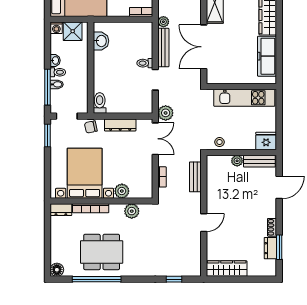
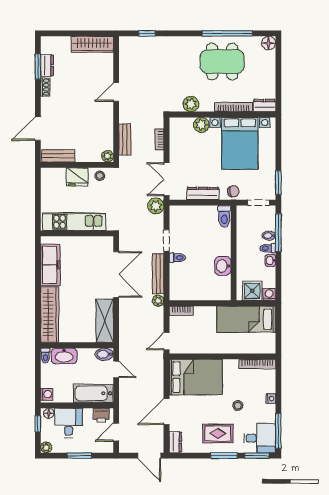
washbasin: (101, 41) -> (223, 266), moved
fridge: (266, 141) -> (77, 177), moved
plant: (237, 161) -> (108, 156), moved

